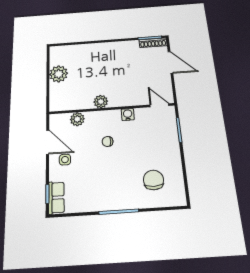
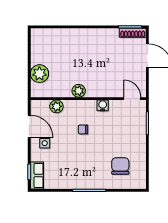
plant: (59, 74) -> (39, 74), moved

